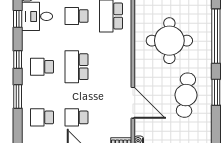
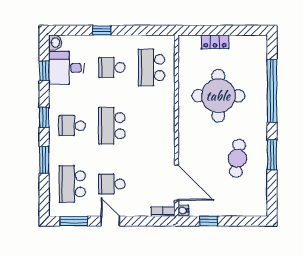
cafe table: (186, 95) -> (237, 158), width x0.73, depth x0.74
door: (133, 103) -> (176, 183), moved
school desk: (42, 117) -> (72, 184), width x1.85

